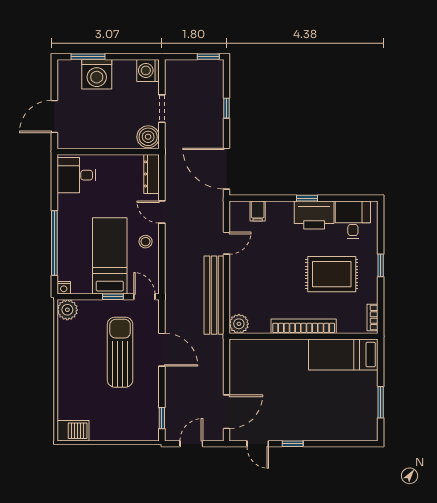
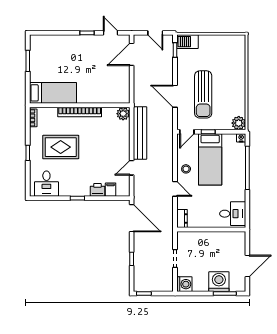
door: (54, 117) -> (247, 266), moved
boiler: (148, 137) -> (184, 239), removed
dresser: (152, 174) -> (182, 218), width x0.70
printer: (314, 215) -> (97, 190), moved, width x0.53, depth x0.68
door: (144, 297) -> (187, 132), hinge flipped
barbecue: (73, 431) -> (188, 42), moved
door: (191, 444) -> (155, 33), hinge flipped

